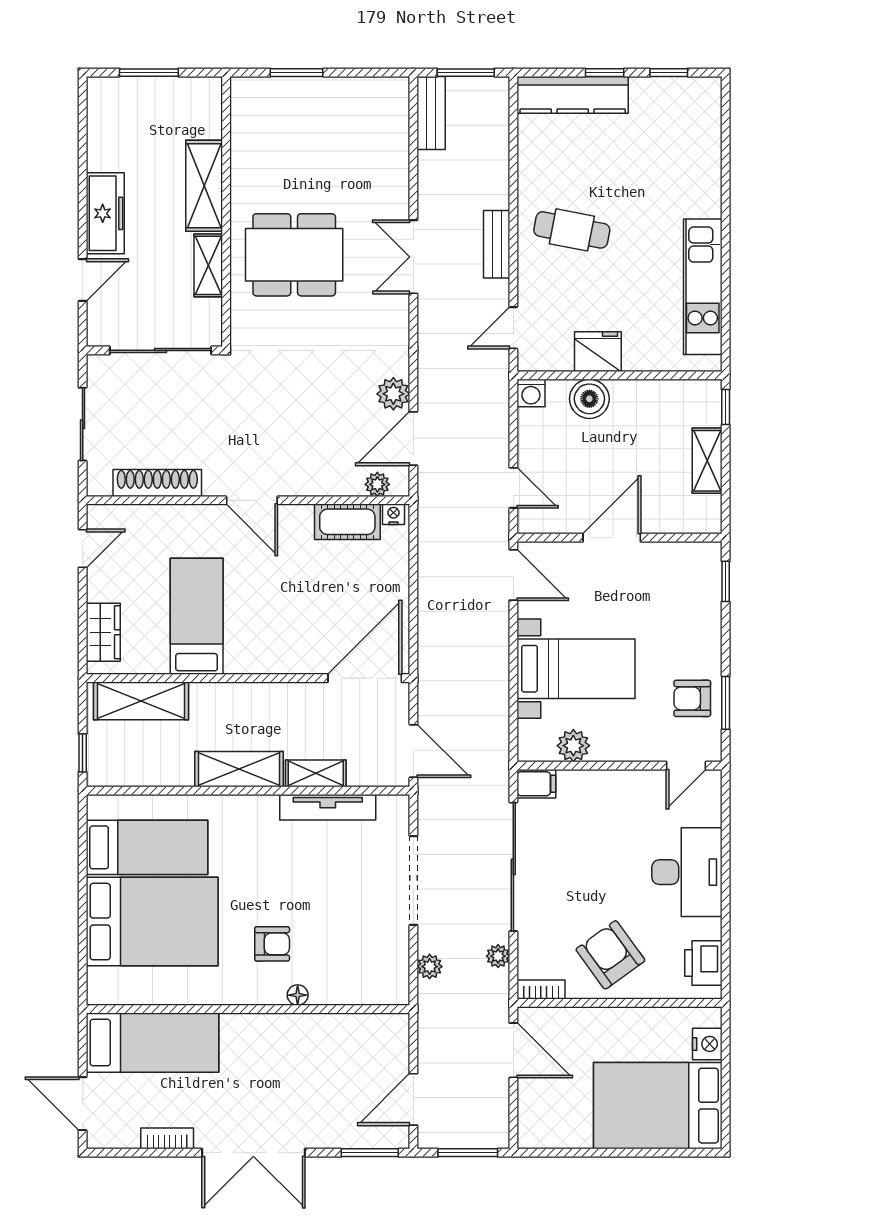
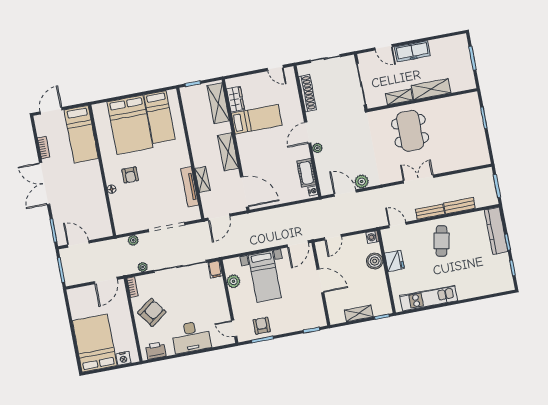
bench: (431, 113) -> (459, 206), moved
plant: (377, 484) -> (317, 148), moved
wardrobe: (103, 632) -> (236, 99), moved, turned -90
shelving: (239, 769) -> (228, 152), moved

